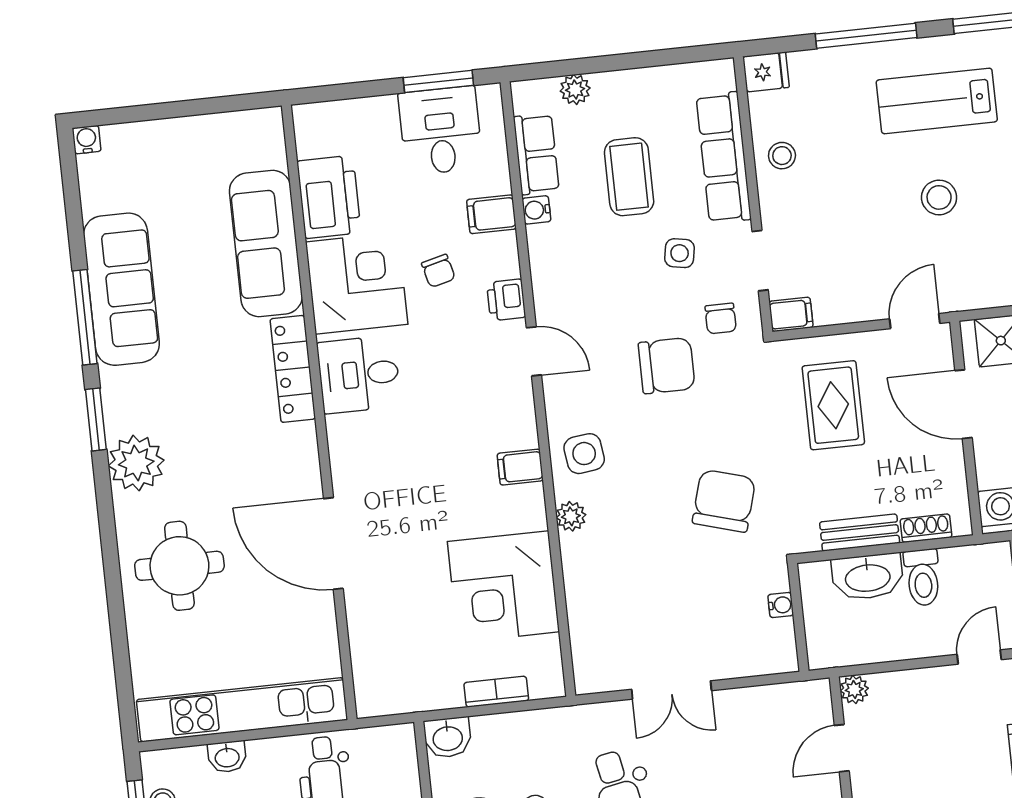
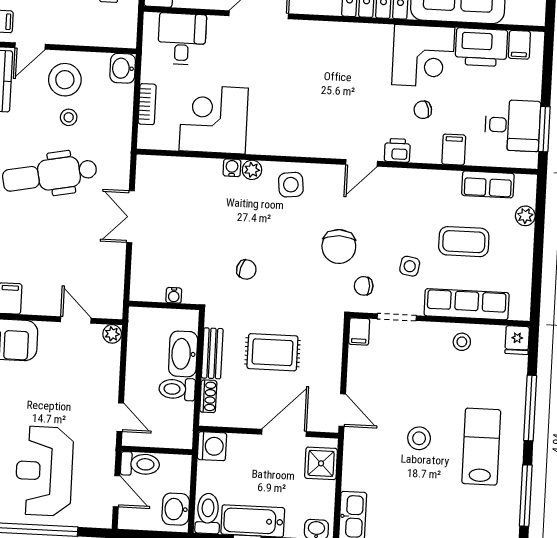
water cooler: (536, 210) -> (232, 168), moved
desk: (359, 374) -> (182, 39), moved
rug: (833, 405) -> (272, 352), moved
filing cabinet: (520, 467) -> (519, 45), moved, turned 180
chair: (724, 501) -> (246, 270), width x0.54, depth x0.54

